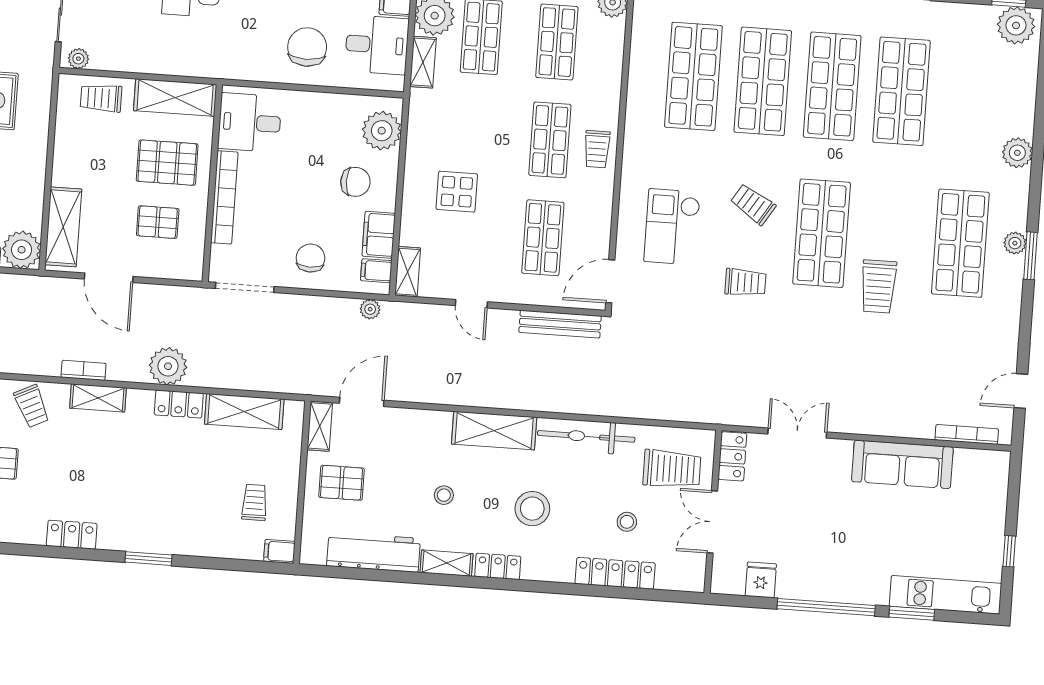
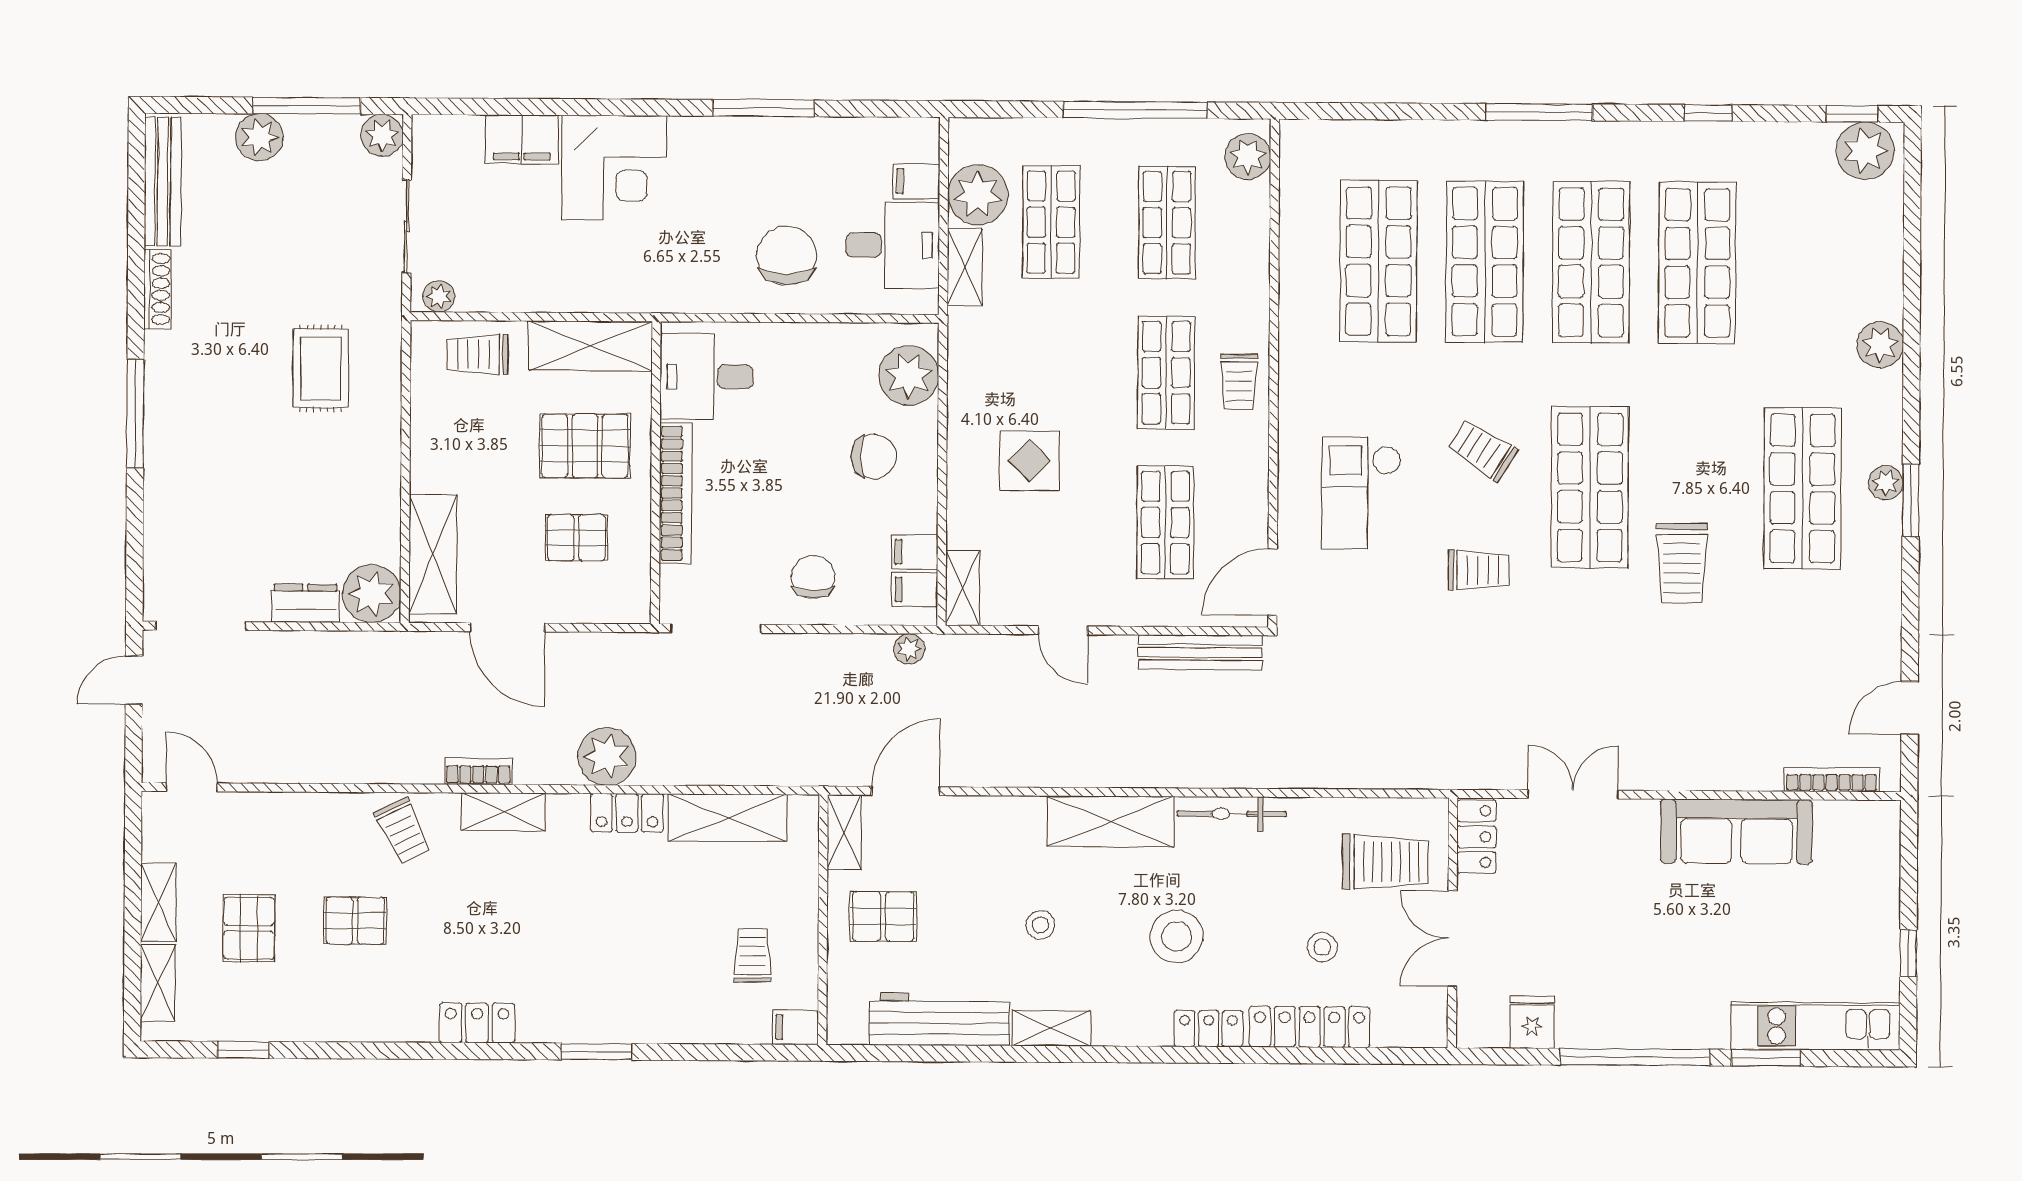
filing cabinet: (379, 235) -> (915, 552), width x0.50
bicycle: (586, 436) -> (1232, 814), width x0.73, depth x0.71
locker: (498, 566) -> (1208, 1029), moved

